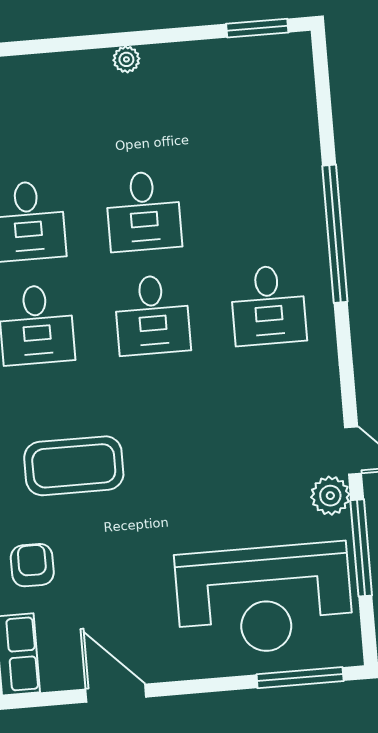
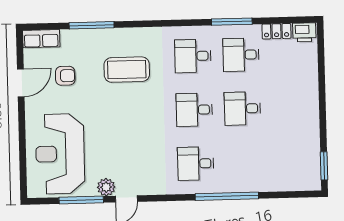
plant: (126, 59) -> (313, 105), removed
coffee table: (74, 466) -> (127, 70), turned 90
armchair: (32, 565) -> (65, 76), moved
window: (300, 678) -> (23, 168), removed

